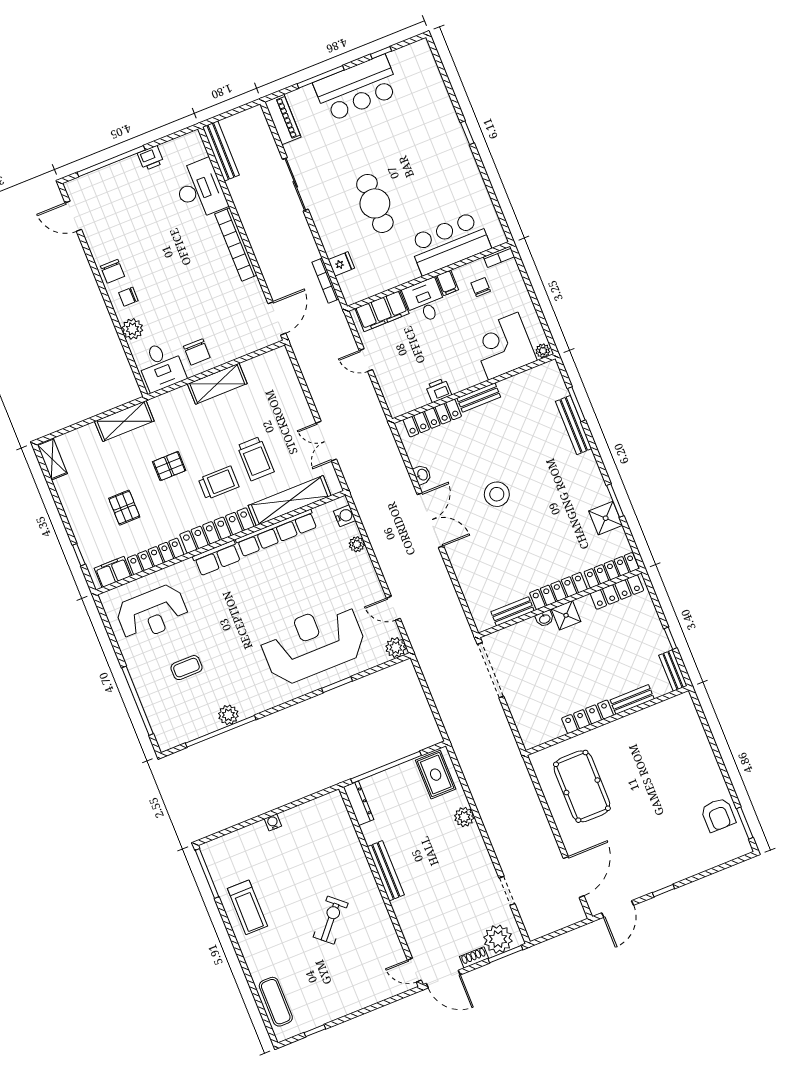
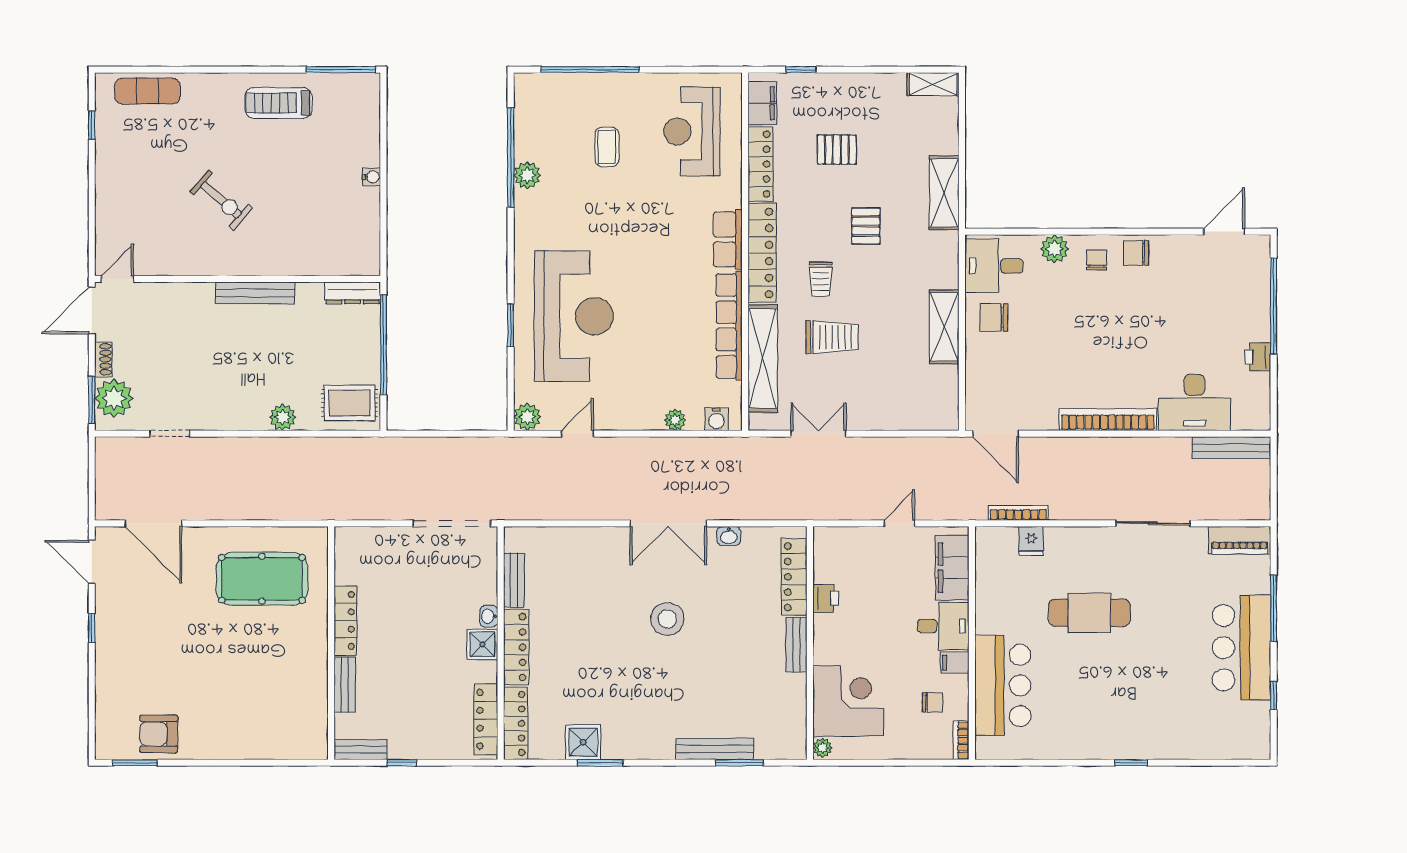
trolley: (256, 459) -> (832, 337), turned 180
trolley: (219, 483) -> (820, 279), width x0.73, depth x0.72

